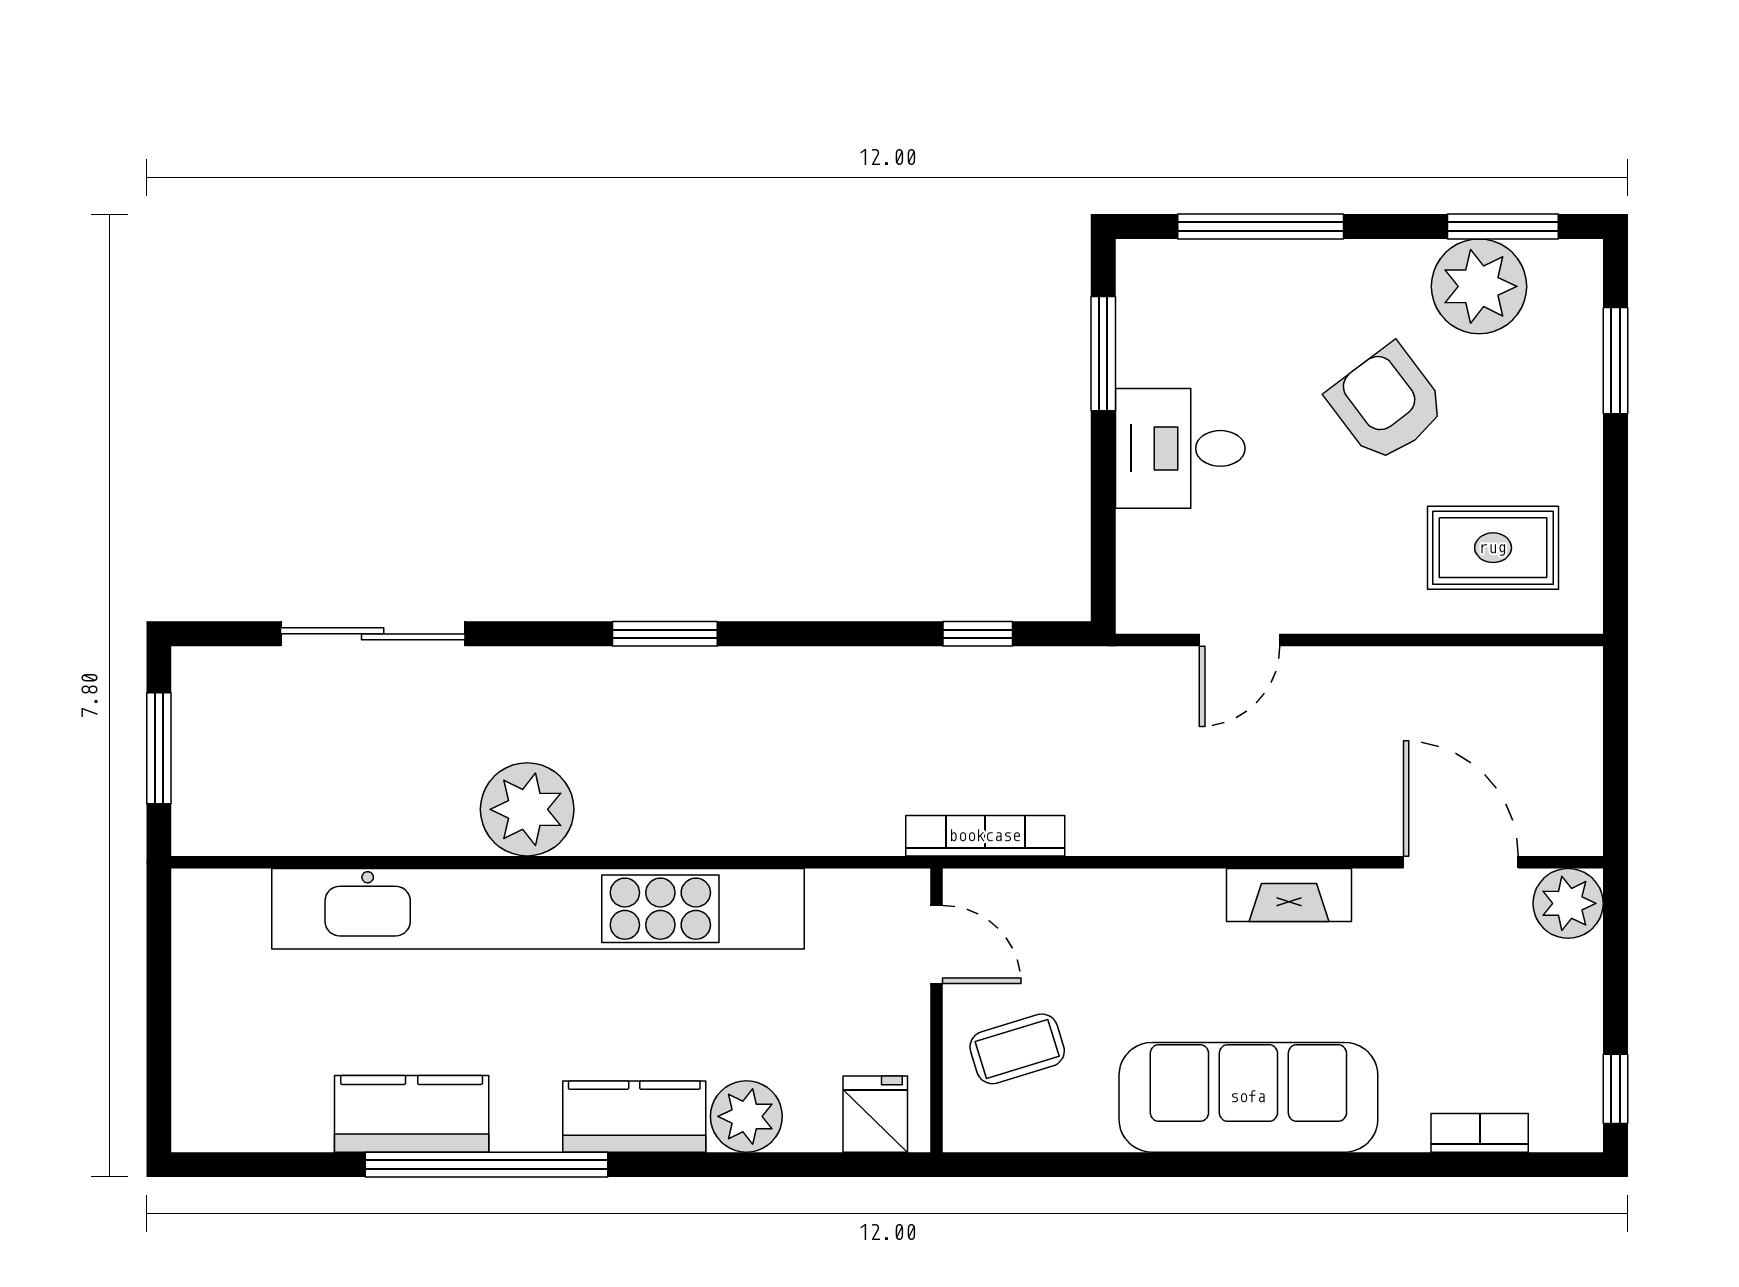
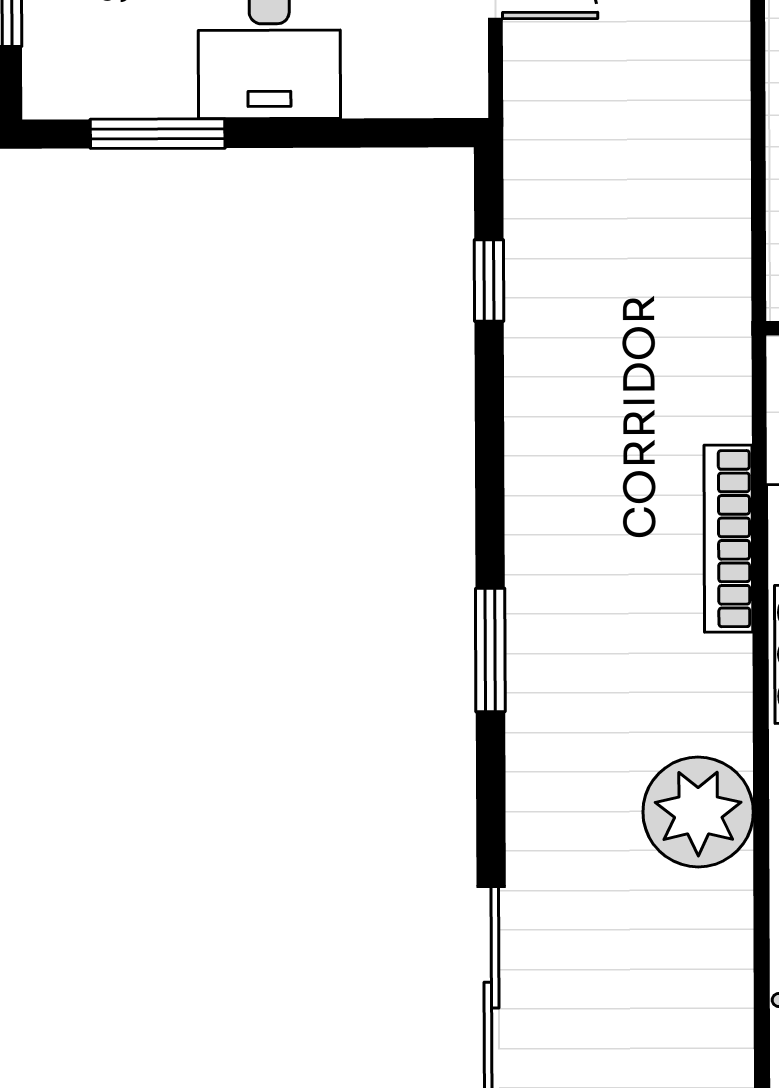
bookcase: (985, 836) -> (728, 539), moved

